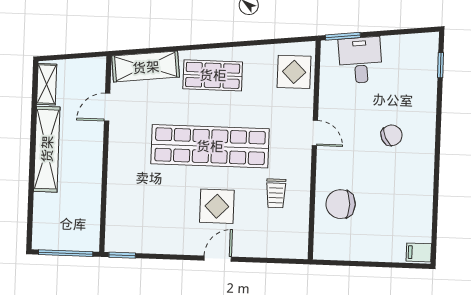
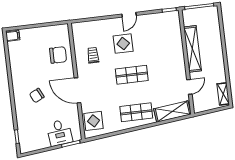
door: (315, 133) -> (78, 90), width x1.87
shop shelf: (210, 146) -> (132, 75), width x0.50, depth x0.74
shelving: (47, 149) -> (192, 49), moved
door: (218, 259) -> (129, 15), moved

